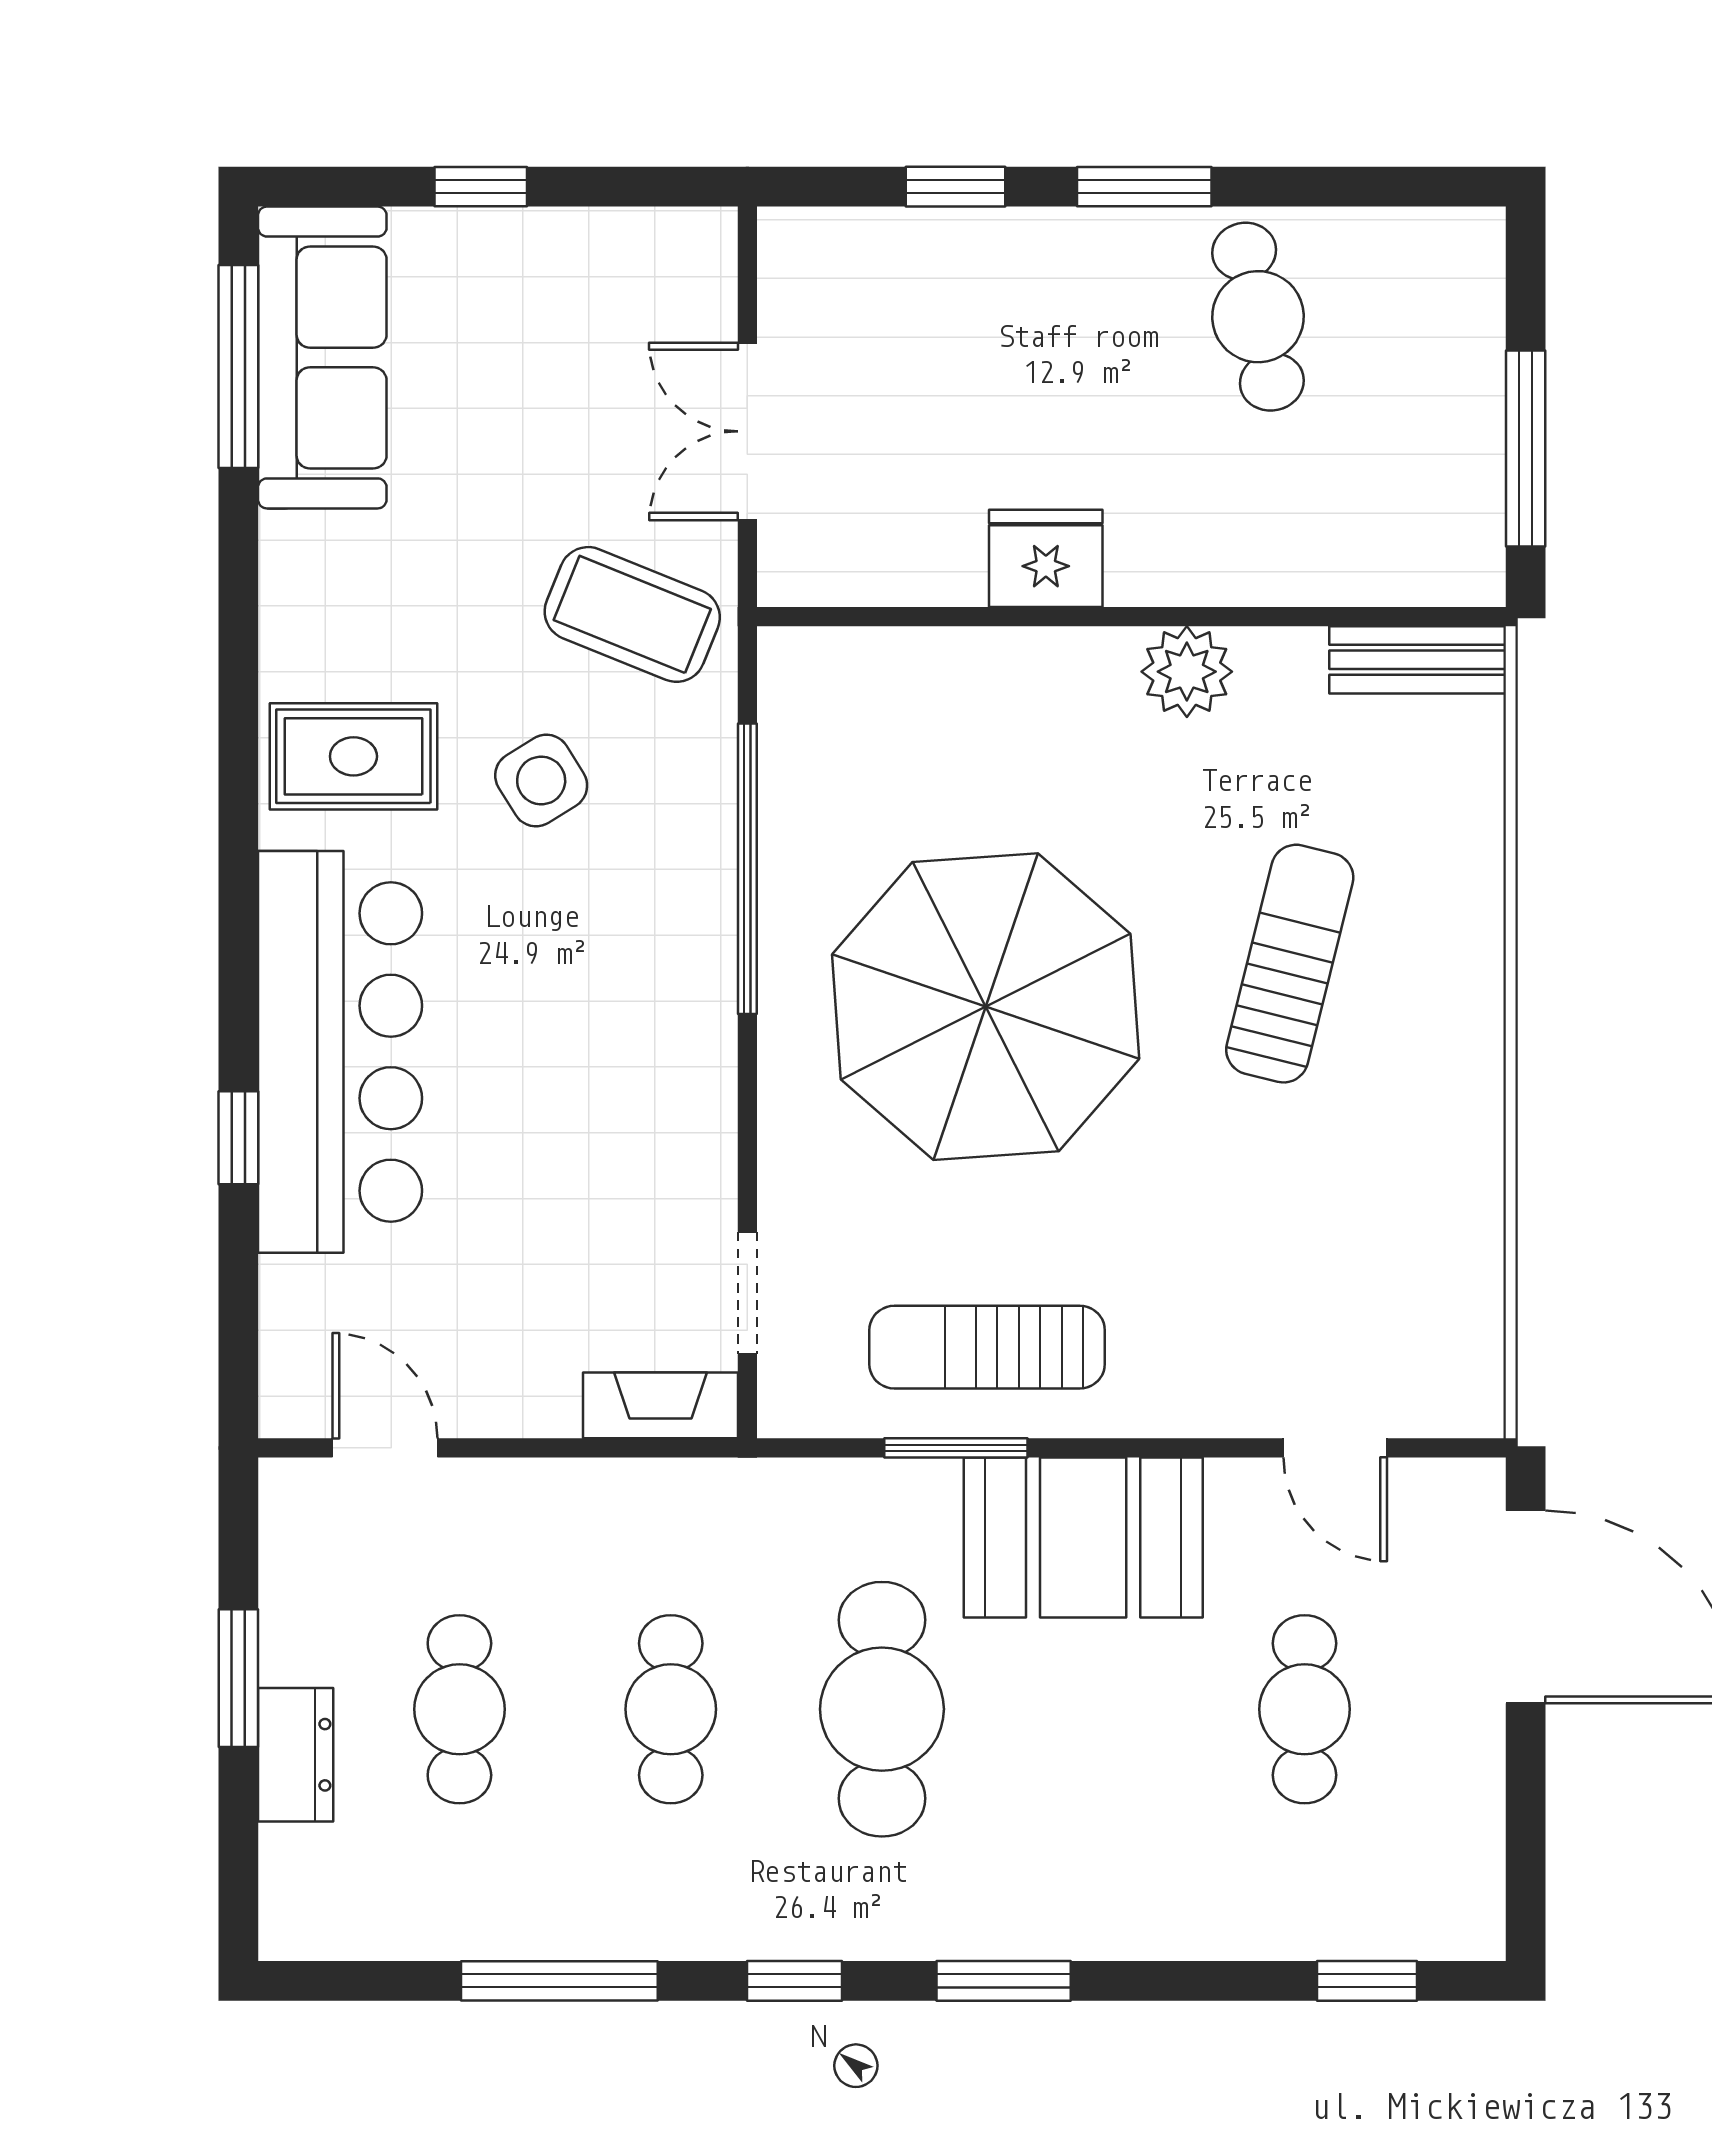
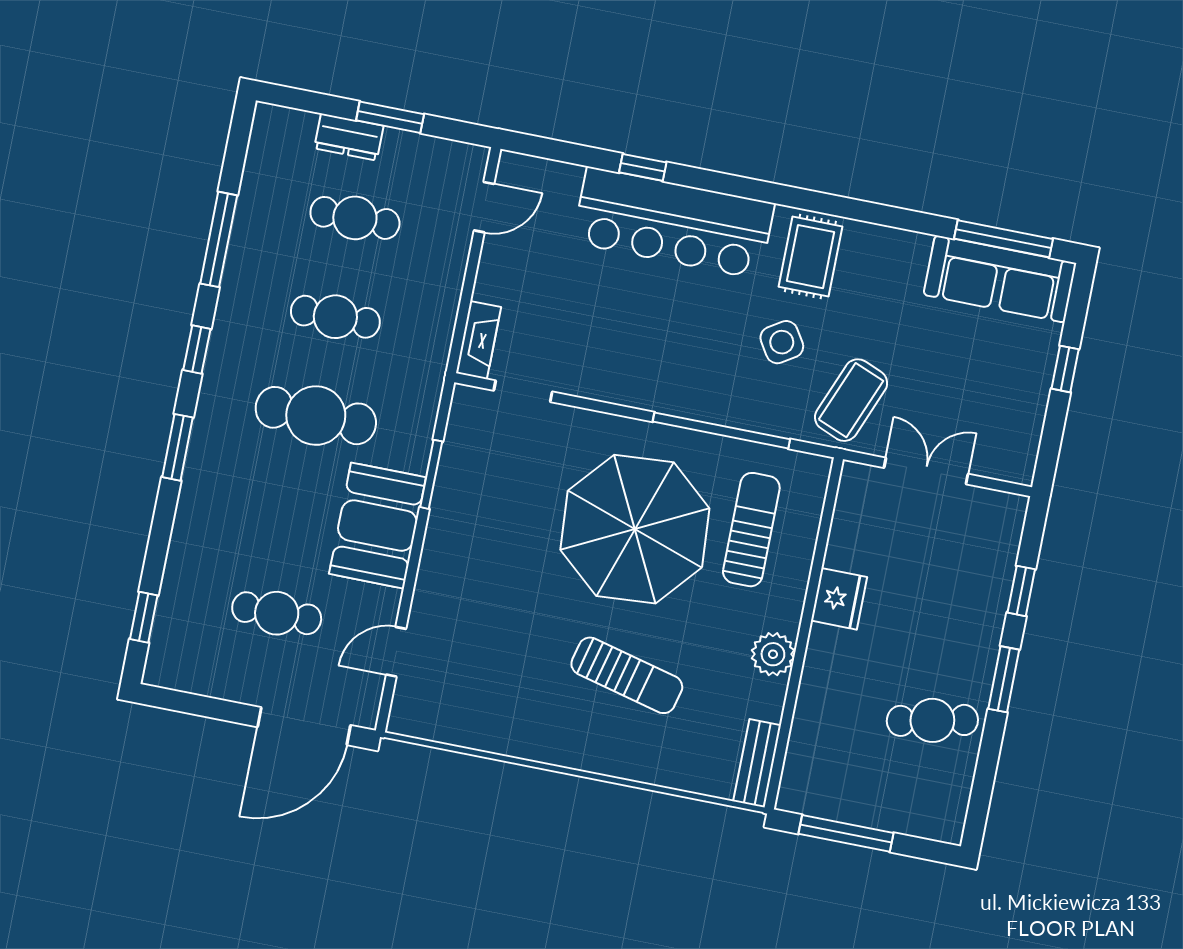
sun lounger: (987, 1347) -> (751, 530), moved

